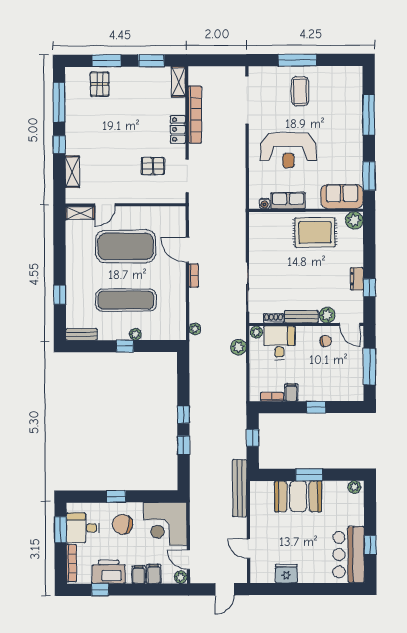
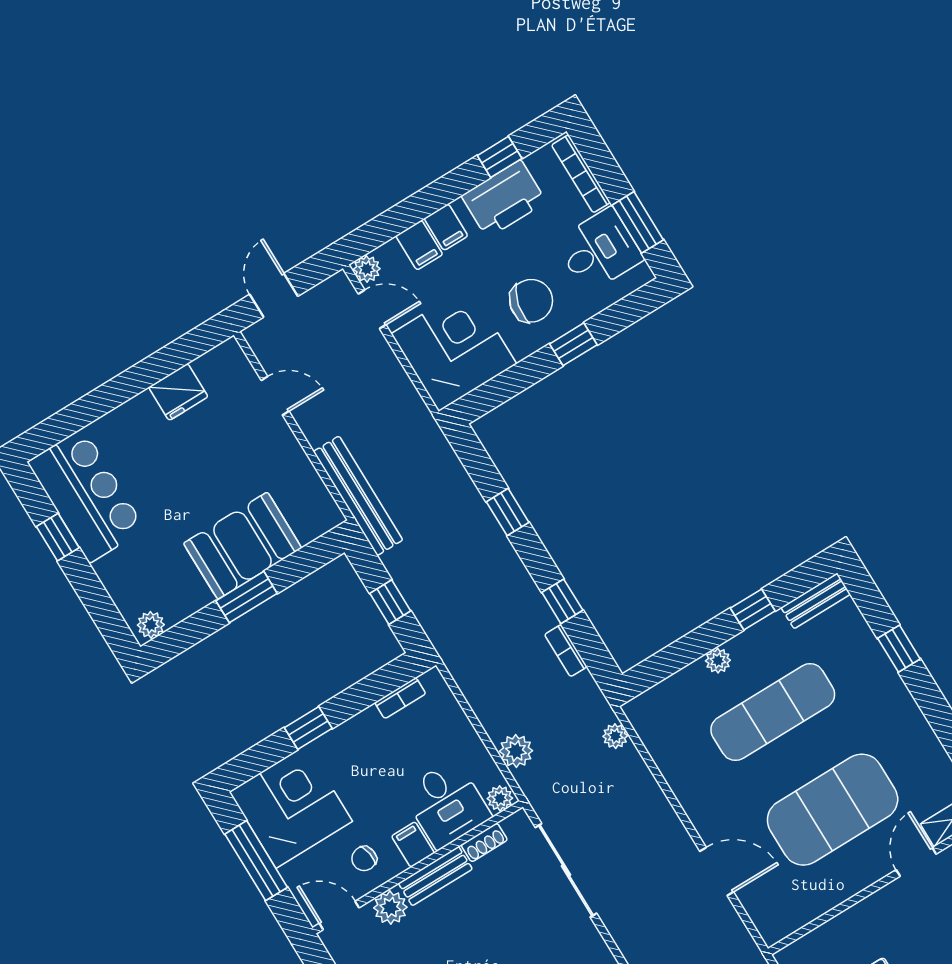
bookcase: (194, 276) -> (566, 651), moved
window: (125, 346) -> (753, 609), moved
corner desk: (342, 380) -> (291, 807), added
filing cabinet: (291, 392) -> (413, 845), moved, turned 180
window: (183, 415) -> (562, 601), moved

